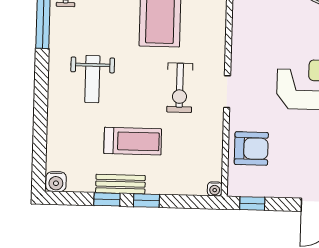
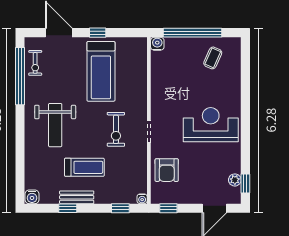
weight bench: (92, 79) -> (55, 125), width x1.36, depth x1.33
armchair: (251, 149) -> (167, 170), turned 90
window: (146, 201) -> (120, 208), moved

